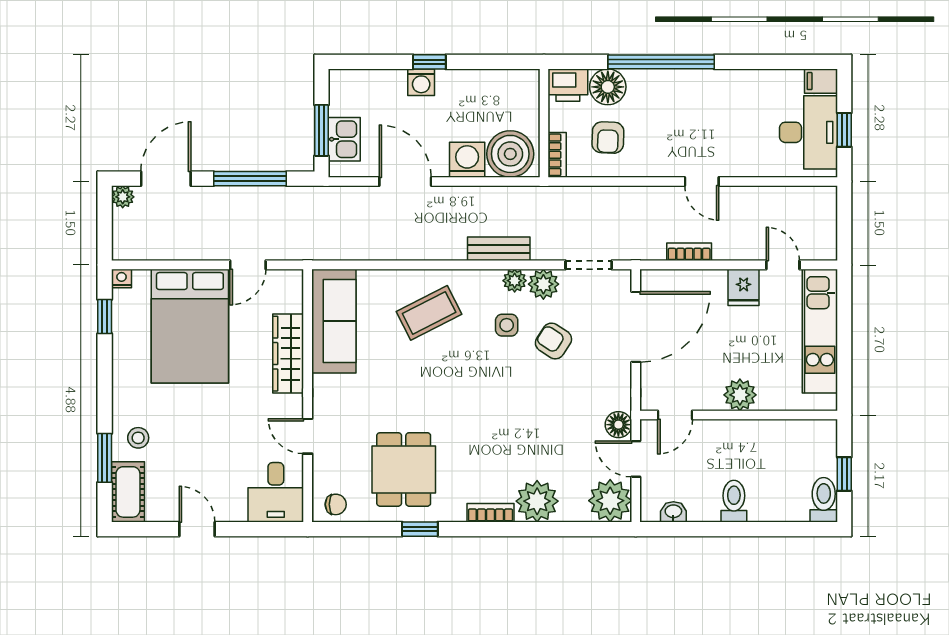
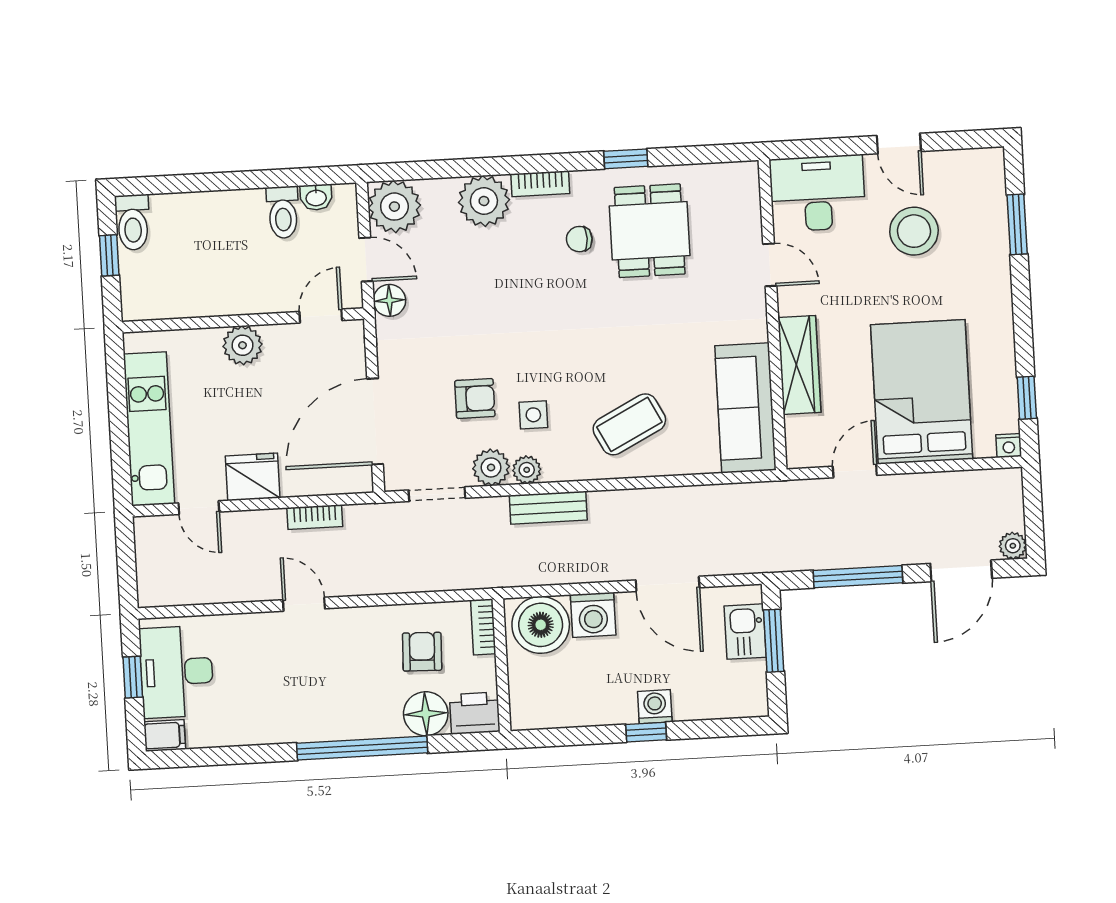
fridge: (744, 287) -> (253, 477), width x1.38
armchair: (553, 341) -> (475, 399), turned -33
stool: (138, 438) -> (914, 231), moved, width x1.89, depth x1.89
cot: (128, 492) -> (986, 184), removed
desk: (276, 492) -> (818, 193), width x1.37
toilet: (734, 501) -> (283, 212), moved
chair: (336, 504) -> (579, 239), moved

